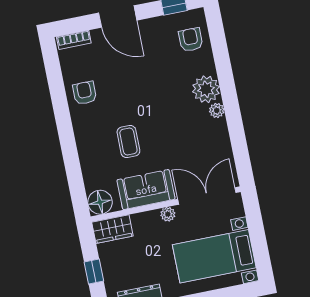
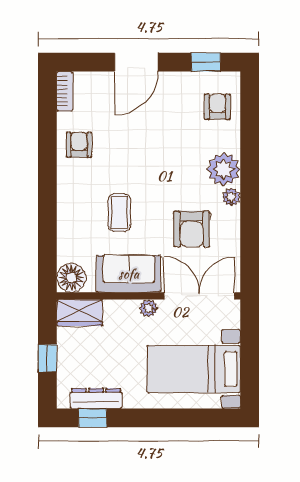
door: (118, 17) -> (136, 62), hinge flipped
bookcase: (74, 40) -> (65, 91), moved, turned -90
armchair: (190, 143) -> (192, 229), added

